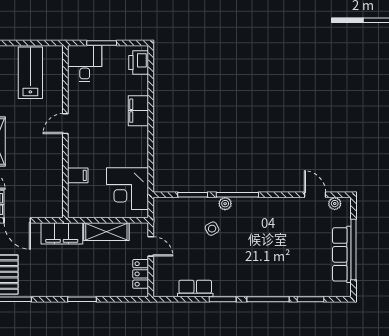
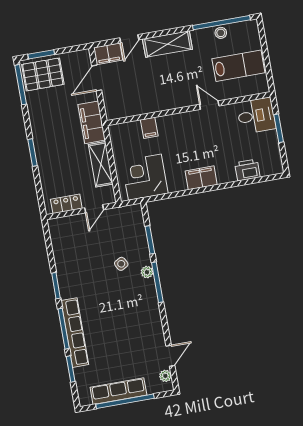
printer: (139, 62) -> (247, 170), moved
filing cabinet: (138, 111) -> (201, 178), moved
door: (65, 124) -> (209, 105), moved
row of seats: (195, 289) -> (75, 333), moved, width x2.02

